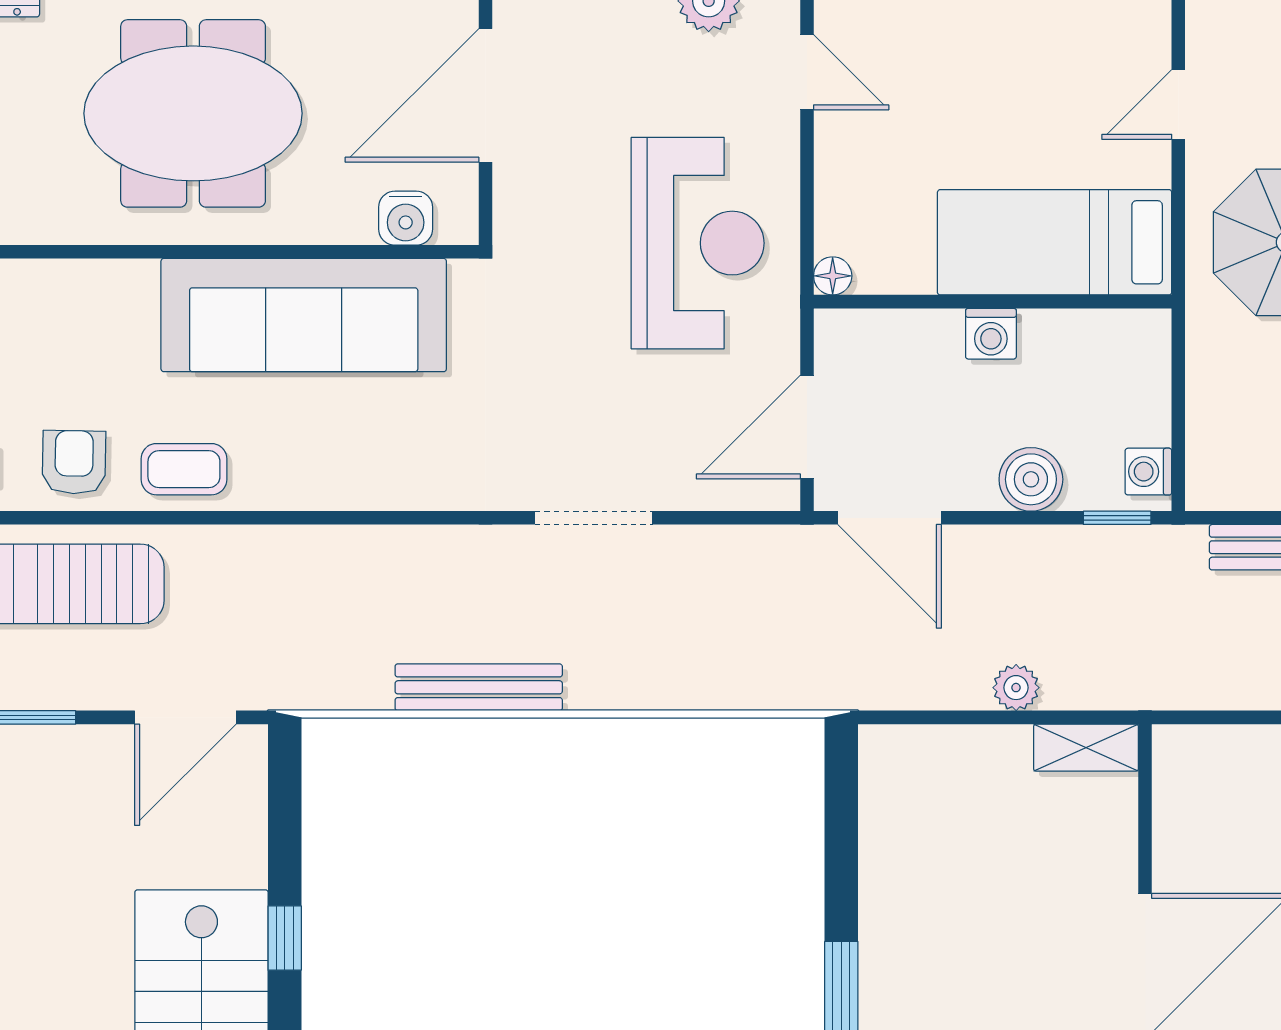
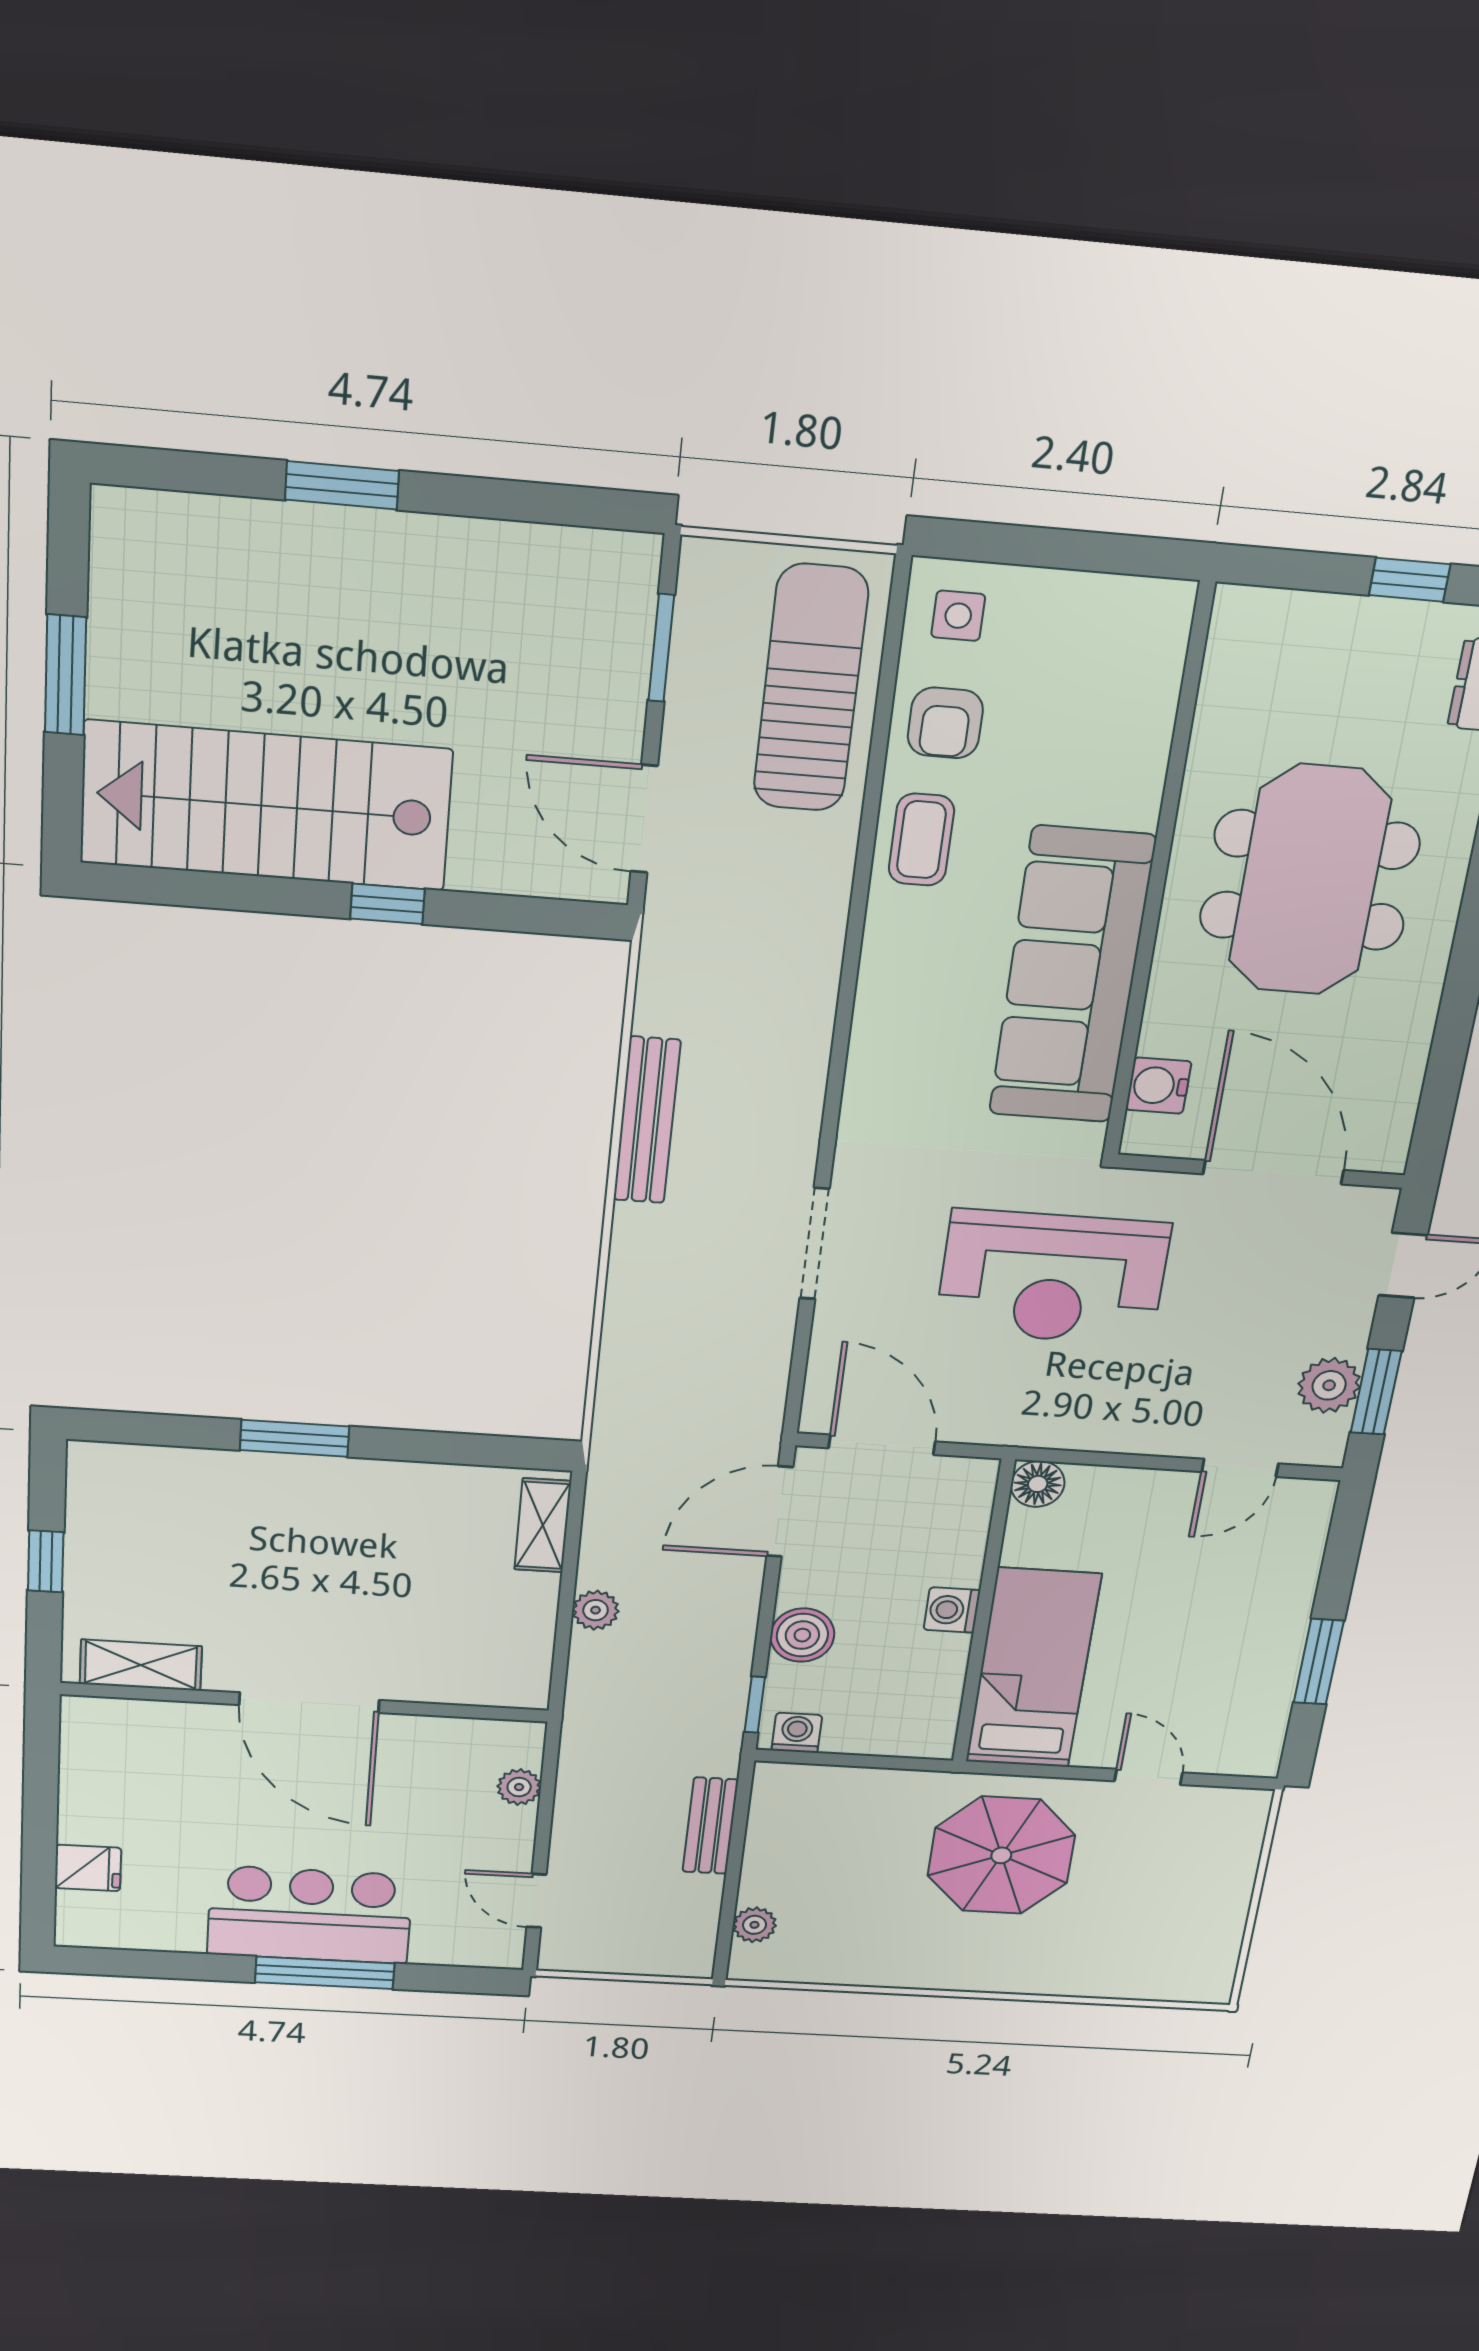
reception desk: (698, 243) -> (1053, 1277), moved
floor lamp: (833, 276) -> (1038, 1484), width x1.37, depth x1.37
armchair: (74, 462) -> (945, 723), turned 89
plant: (1234, 746) -> (519, 1787), added
shelving: (1086, 748) -> (543, 1525), moved

